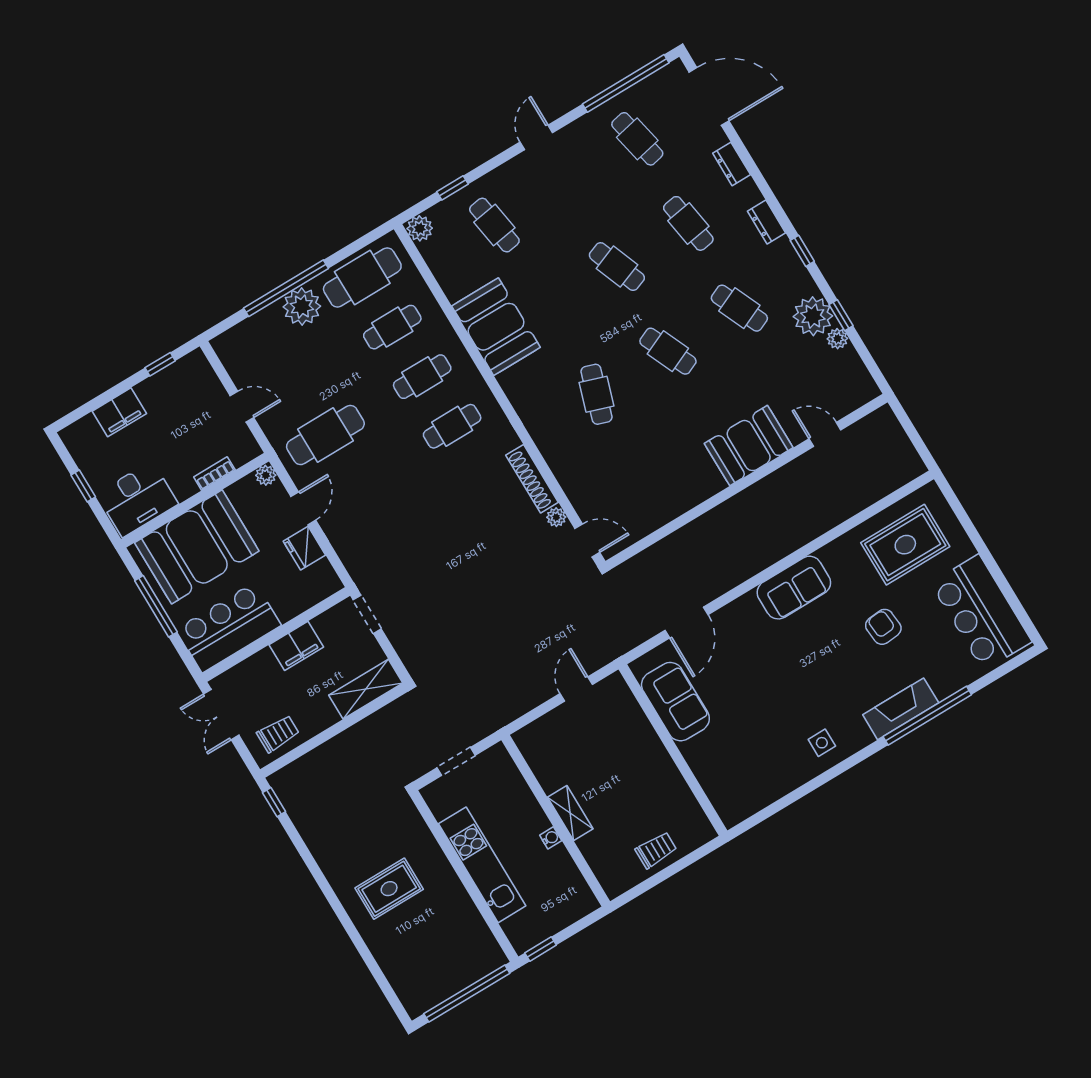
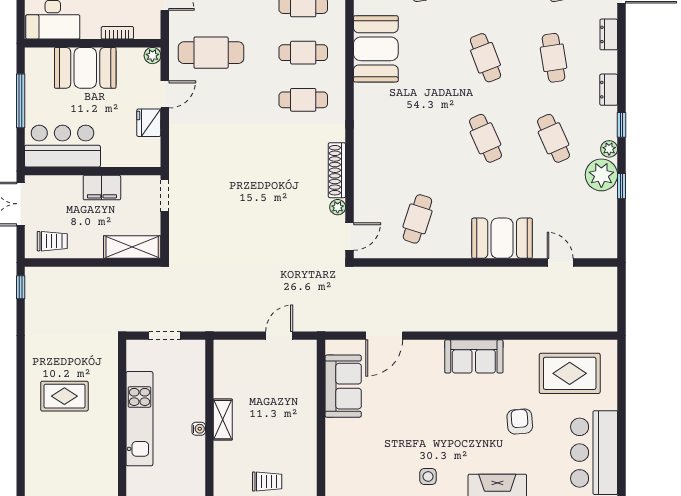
plant: (837, 339) -> (609, 149), moved
cafe table: (597, 394) -> (417, 219), moved
door: (587, 540) -> (349, 236), hinge flipped
booth: (197, 547) -> (85, 68), width x0.73, depth x0.70

